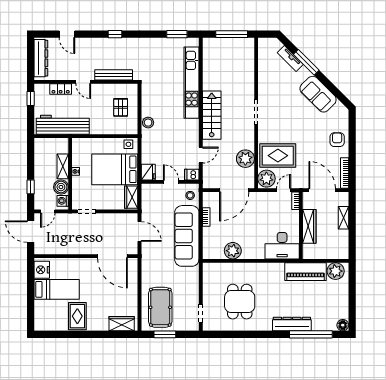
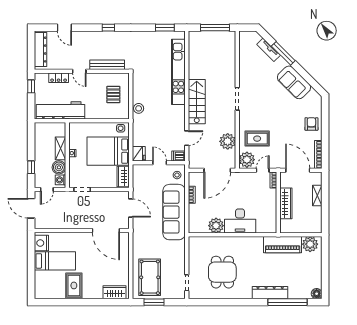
rug: (278, 156) -> (257, 139), width x0.73, depth x0.70
desk: (282, 246) -> (240, 221), moved

